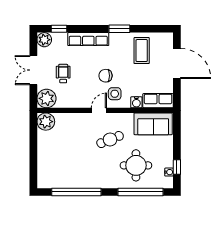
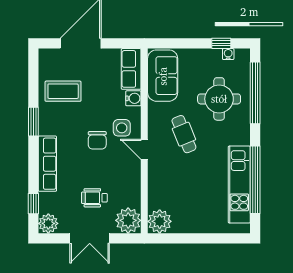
kitchen unit: (73, 180) -> (239, 185), added

